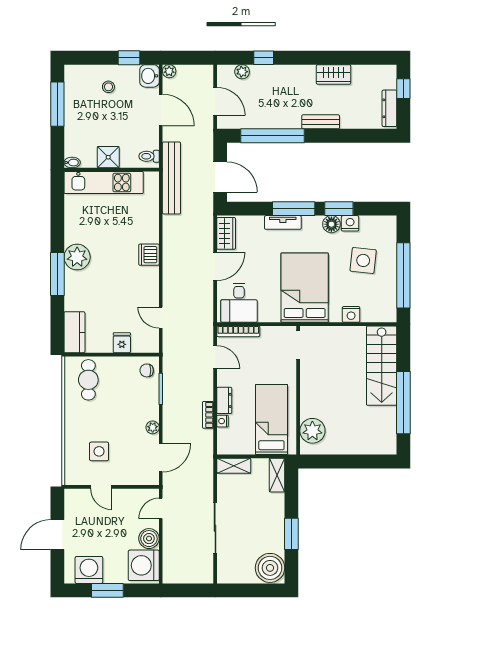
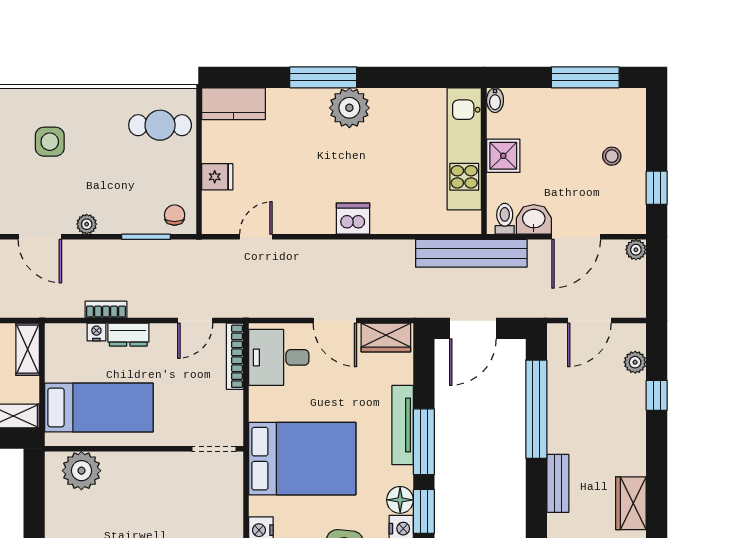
washbasin: (149, 76) -> (534, 219), moved
tv unit: (283, 222) -> (403, 425), width x1.41

